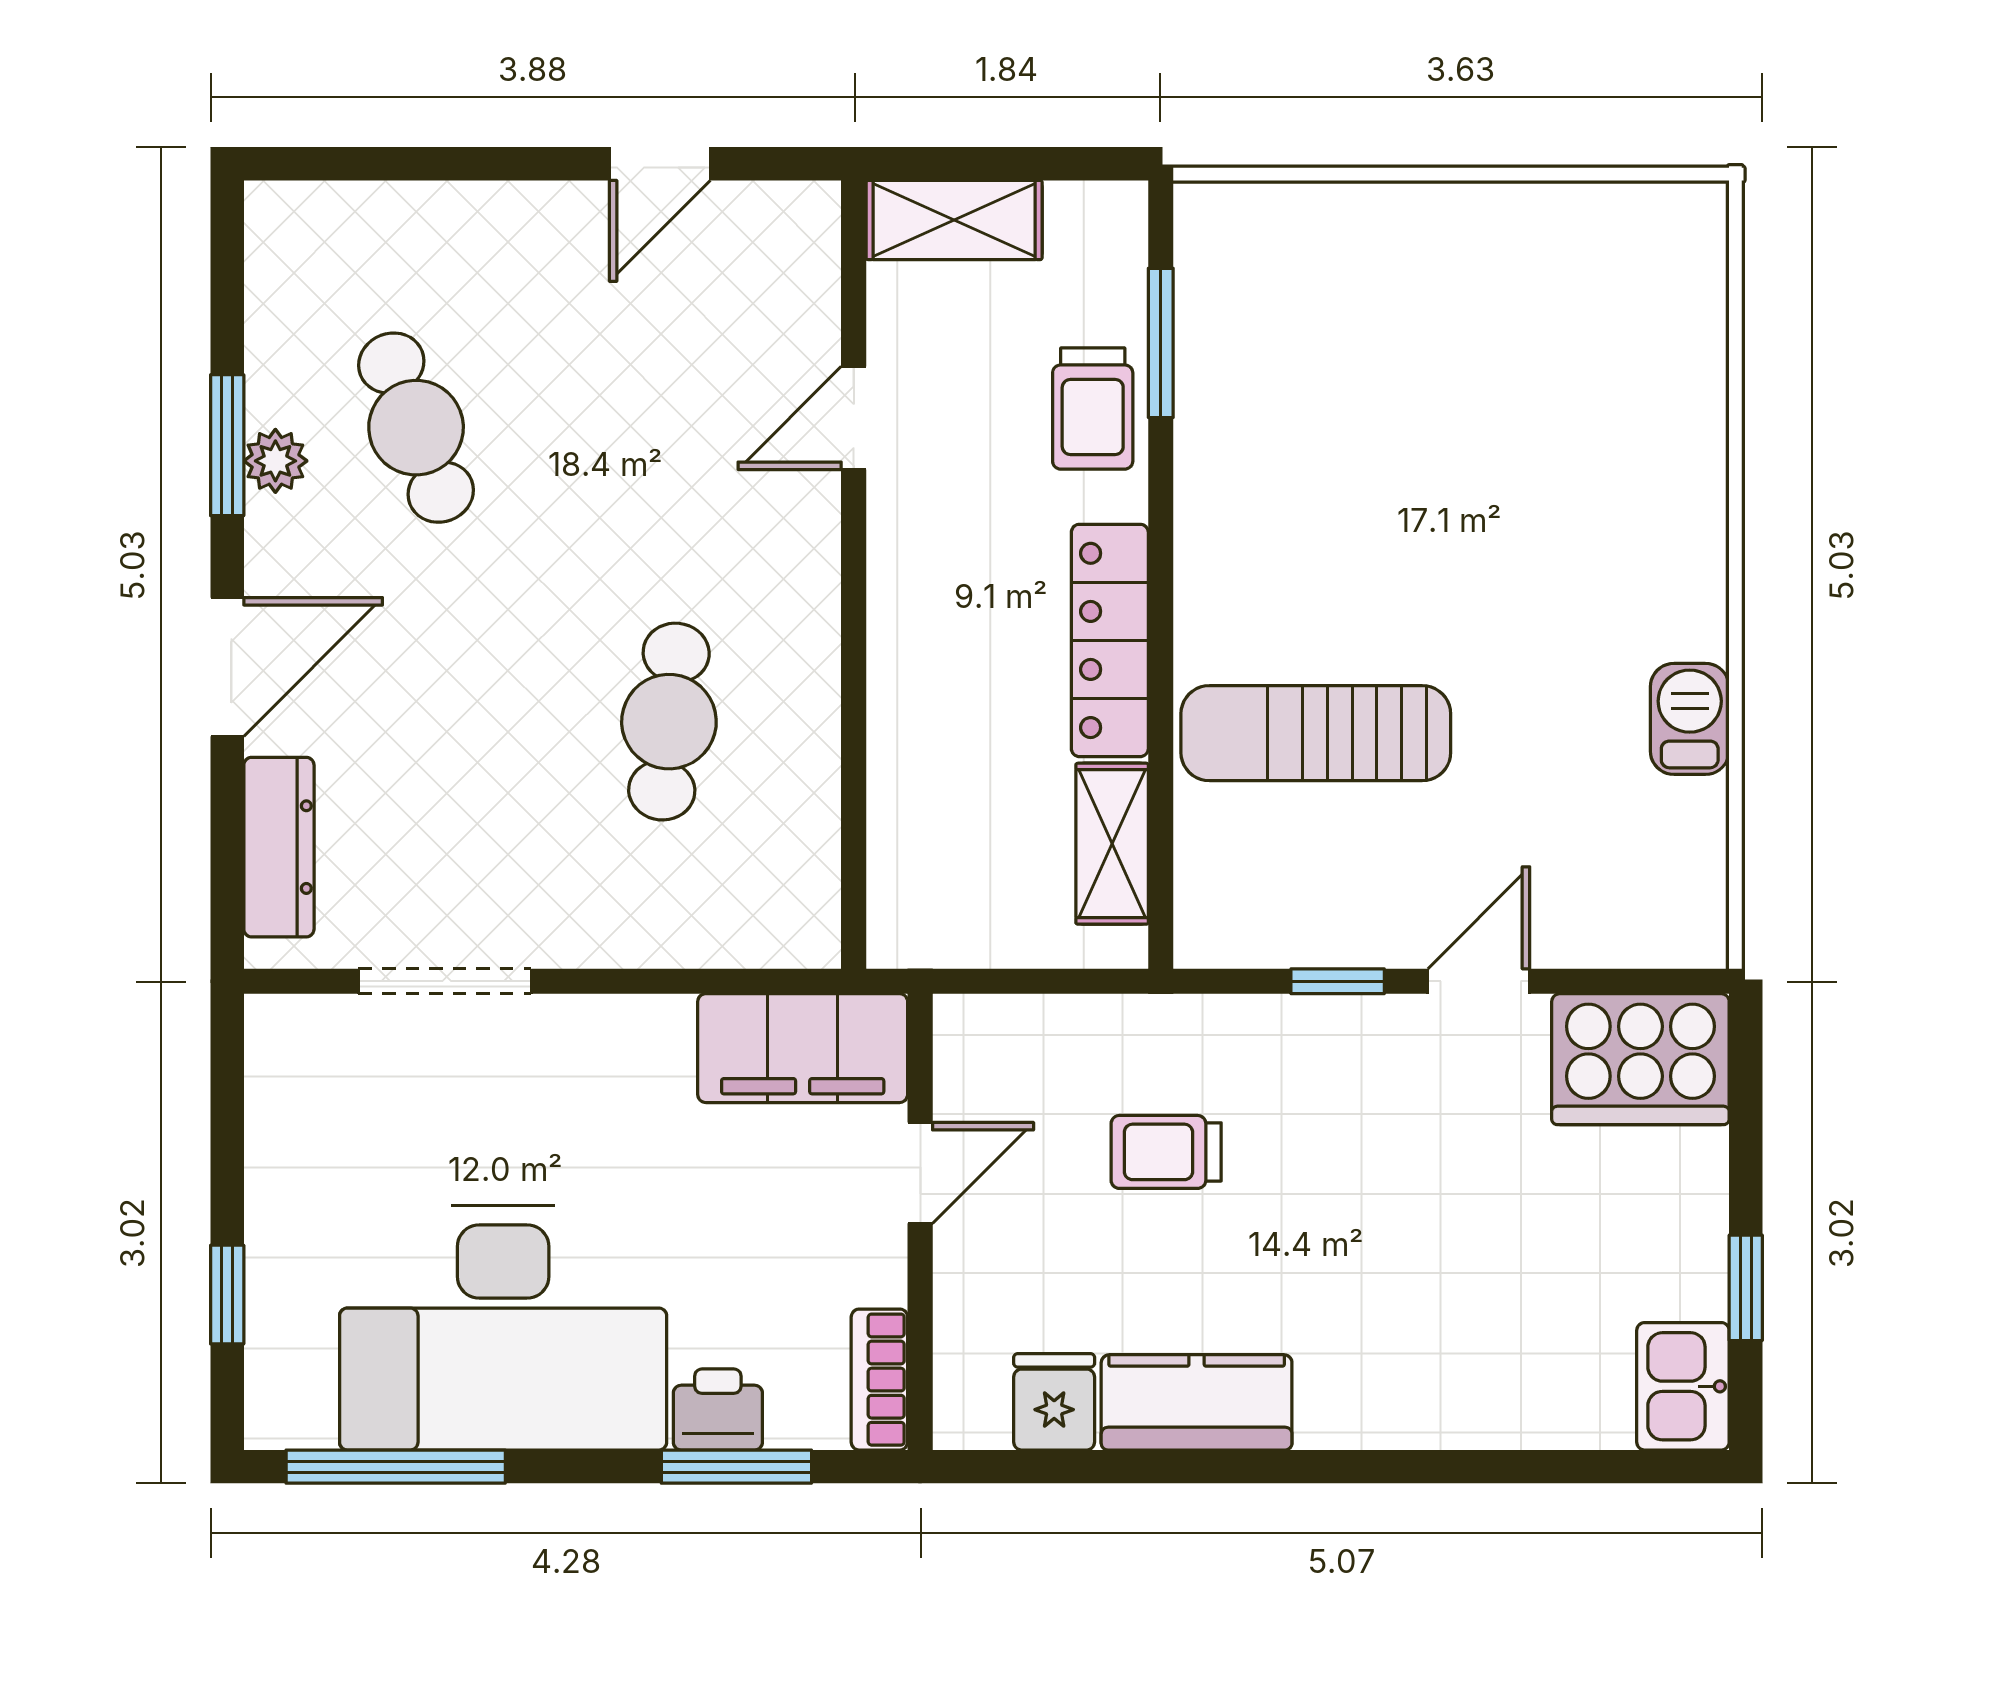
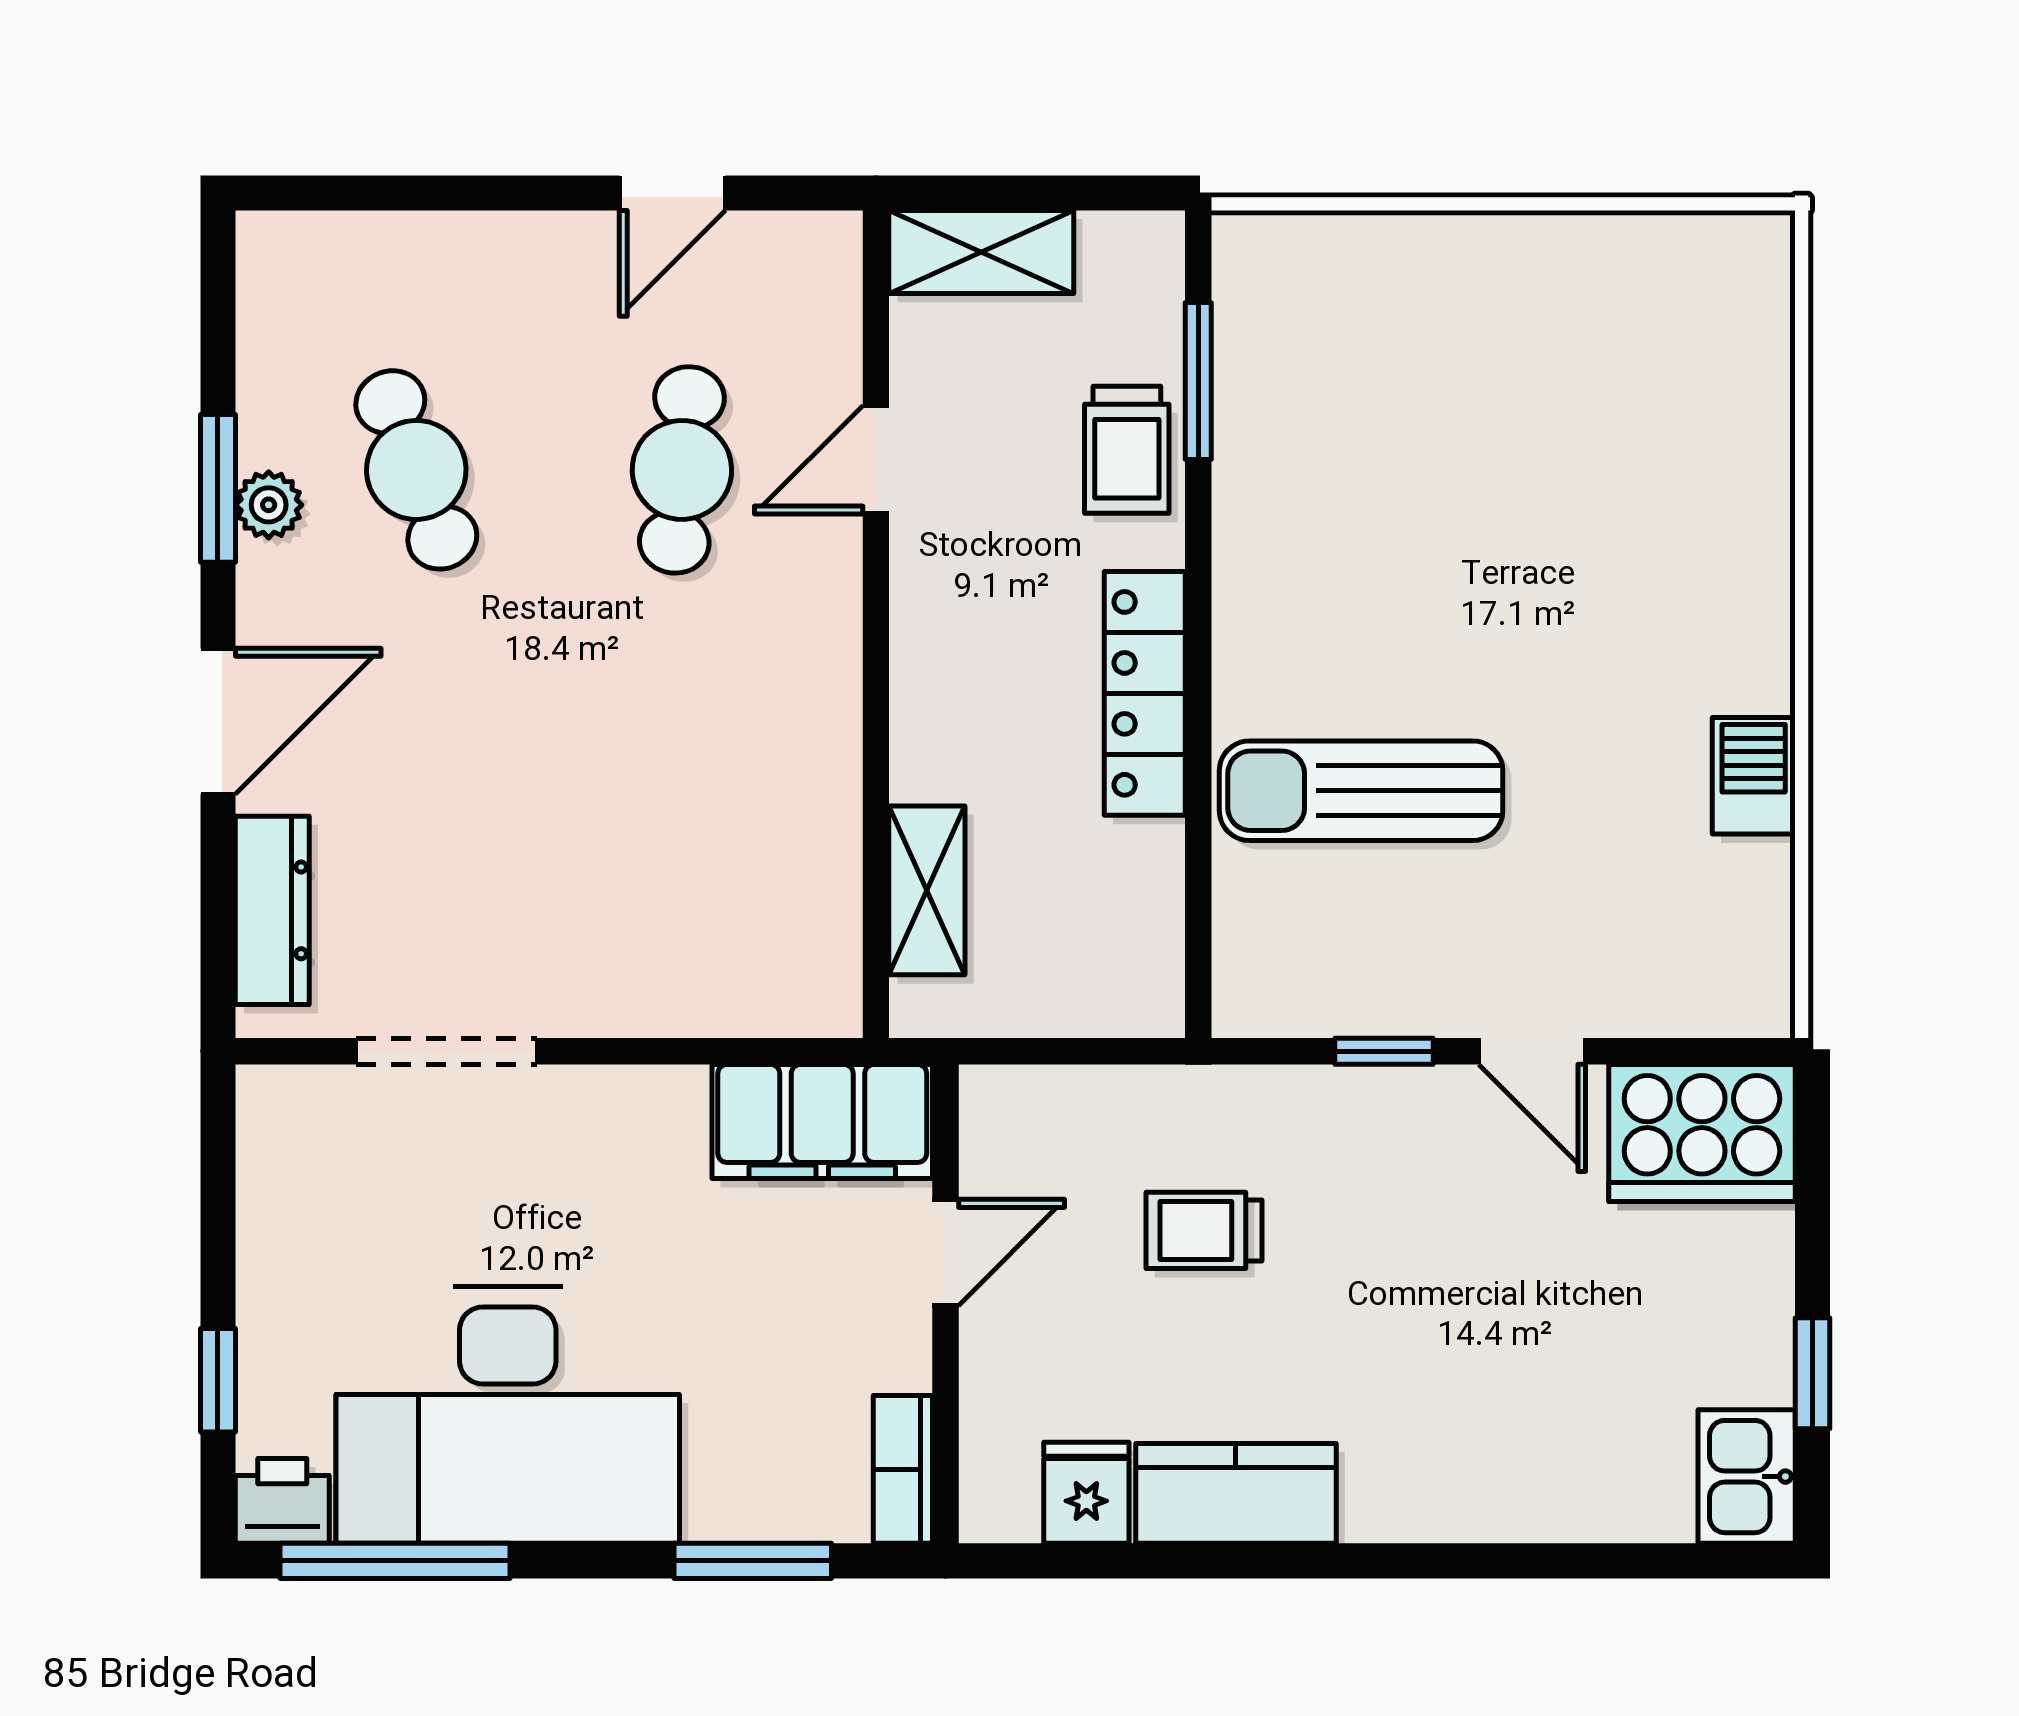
cafe table: (669, 722) -> (682, 470), moved
shelving: (1112, 844) -> (927, 890), moved
door: (1479, 981) -> (1532, 1051), swing flipped
printer: (718, 1410) -> (282, 1501), moved

